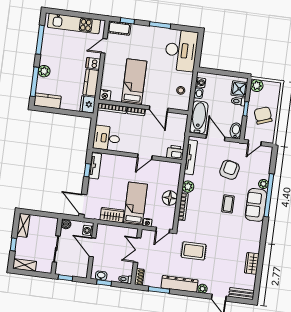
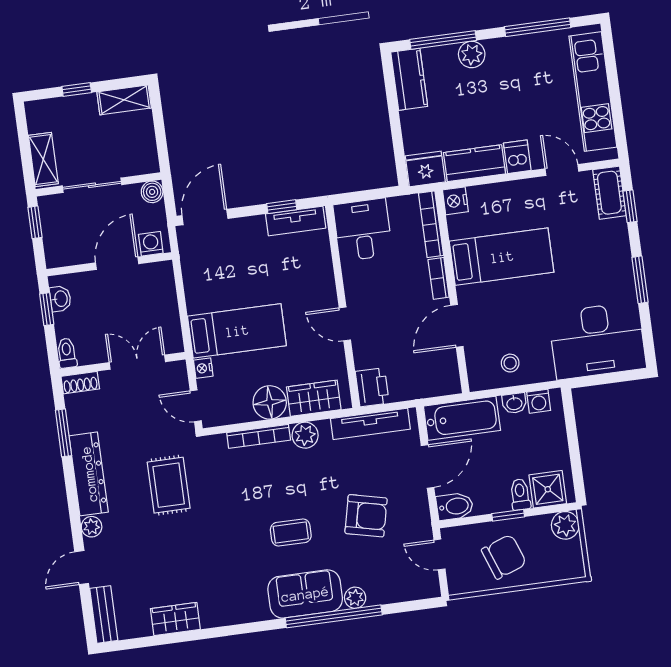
wardrobe: (112, 215) -> (314, 398), moved, turned -90
shelving: (25, 265) -> (43, 160), moved

